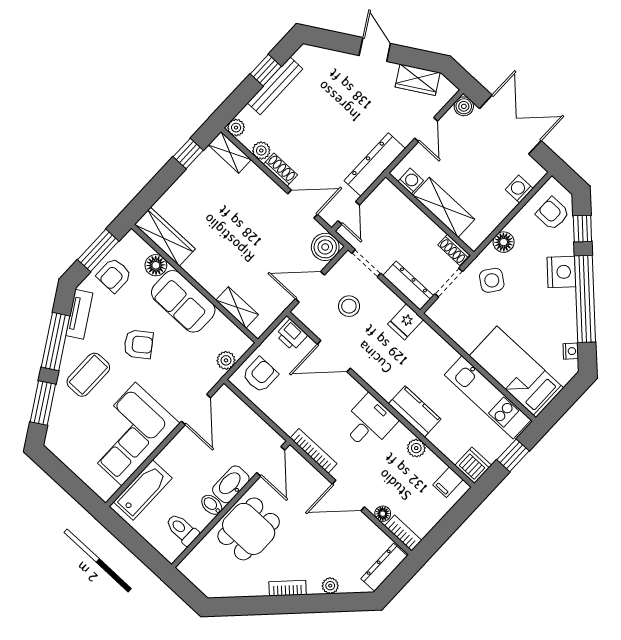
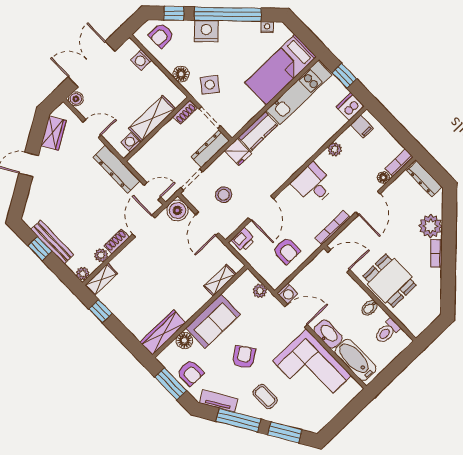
coffee table: (88, 375) -> (265, 397), width x0.73, depth x0.77
armchair: (260, 375) -> (286, 251), moved, turned 180
washing machine: (224, 397) -> (287, 294), added
kitchen counter: (415, 411) -> (258, 131), moved, turned 180
washbasin: (231, 484) -> (328, 334), moved, turned 180
plant: (330, 586) -> (431, 226), width x1.88, depth x1.88

